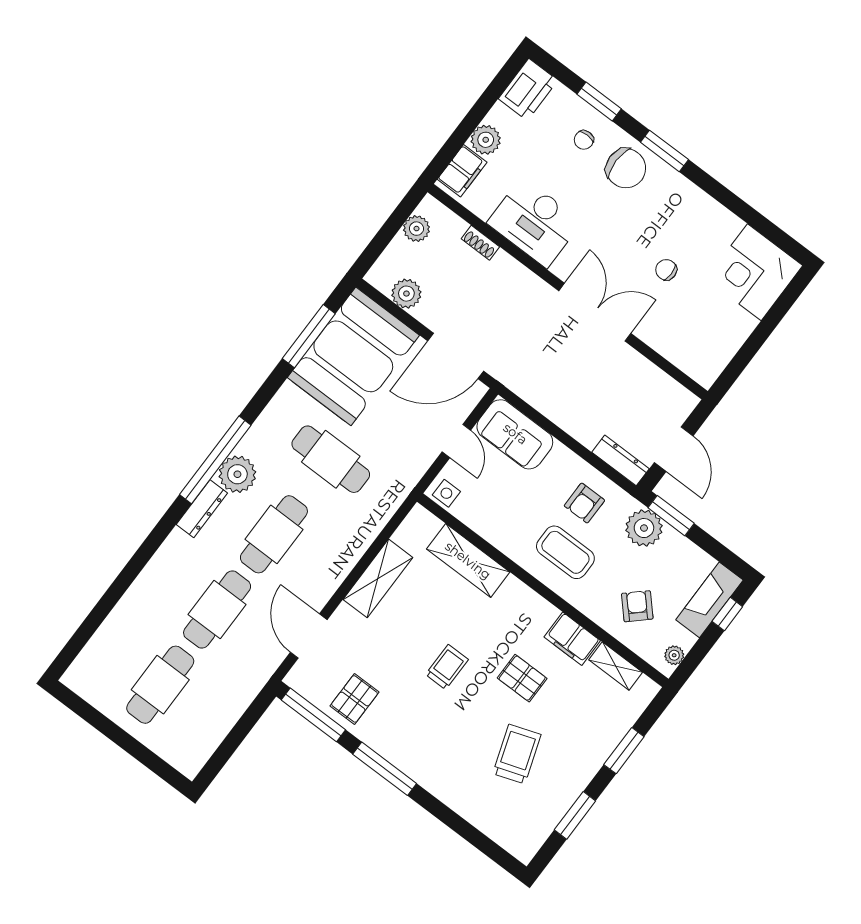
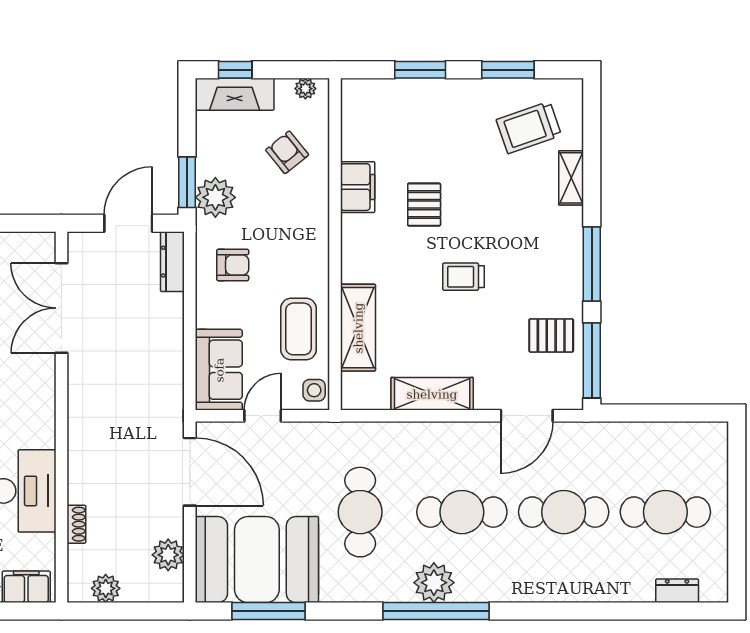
double door: (595, 312) -> (61, 308), moved
dresser: (202, 509) -> (677, 591), moved, width x0.70
coffee table: (565, 552) -> (299, 329), moved
armchair: (637, 606) -> (287, 152), turned 94
shelving: (616, 666) -> (571, 178), moved
trolley: (517, 754) -> (529, 128), moved

